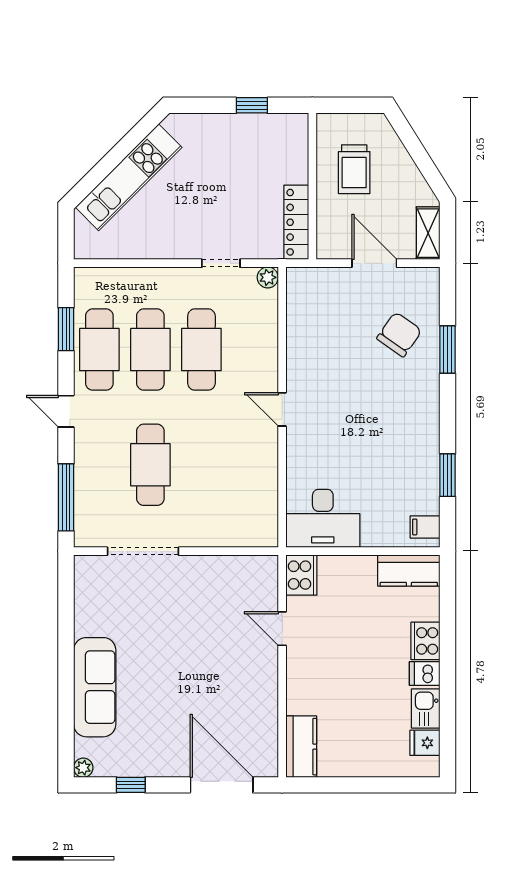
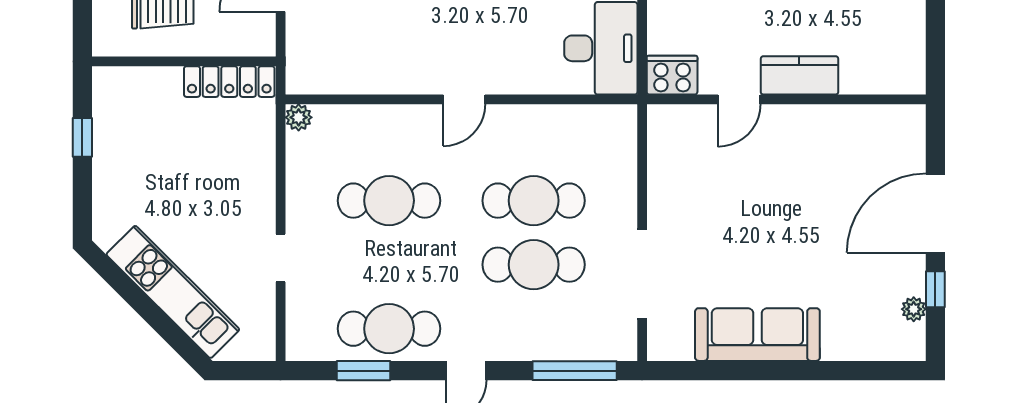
doorway: (221, 263) -> (281, 258), moved
cafe table: (150, 350) -> (534, 201), moved
sofa: (95, 687) -> (757, 335), moved
kitchen counter: (301, 747) -> (799, 75), moved
plant: (83, 768) -> (914, 309), moved
door: (222, 785) -> (935, 213), moved

